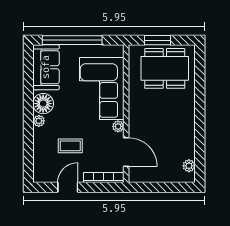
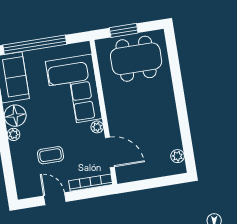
door: (68, 187) -> (55, 199), hinge flipped

